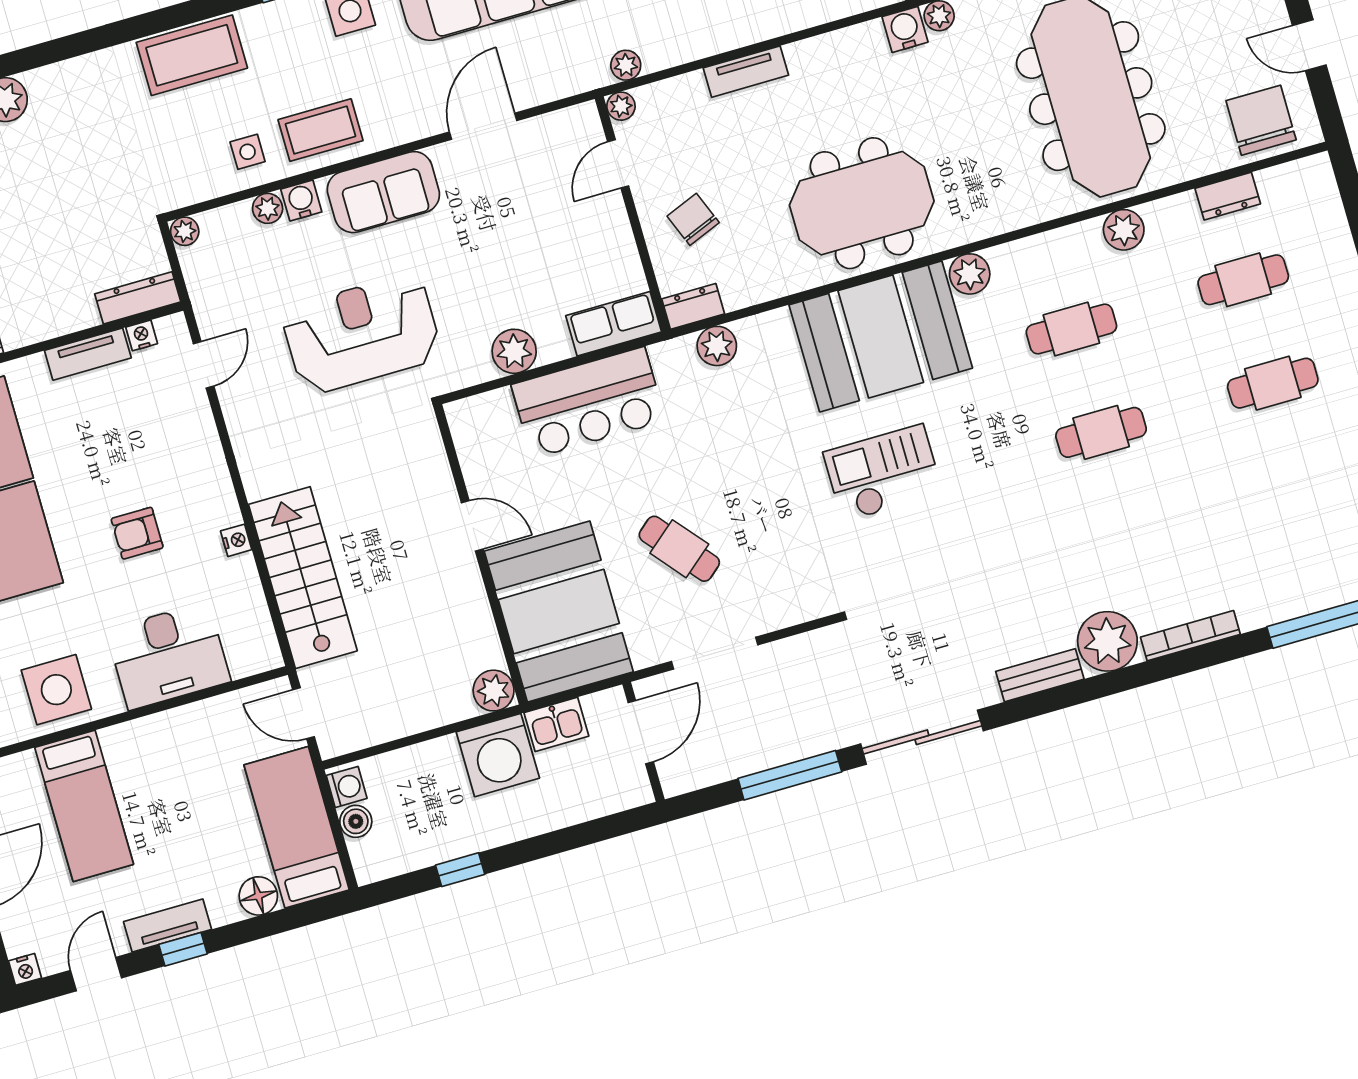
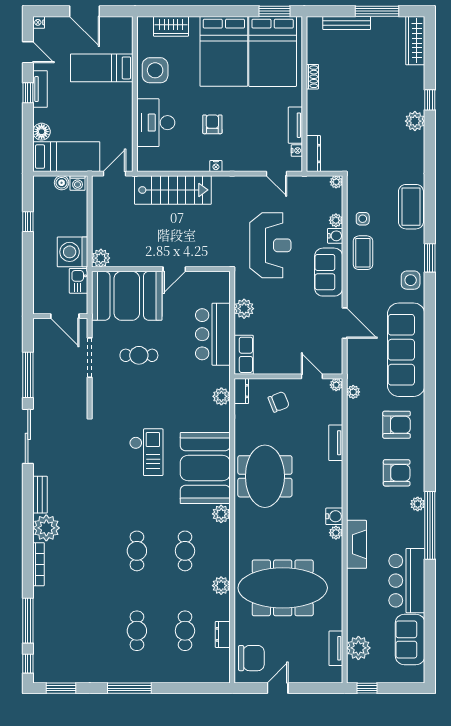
nightstand: (236, 540) -> (216, 166), moved
cafe table: (679, 549) -> (139, 355), turned 40

